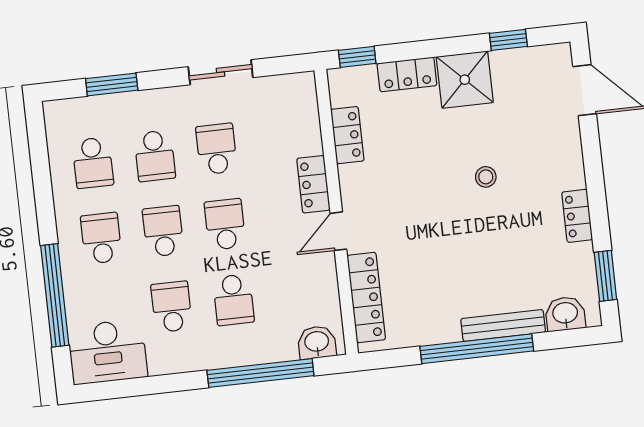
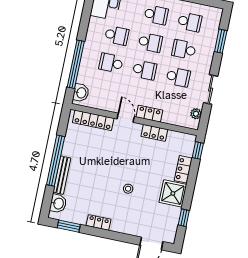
plant: (281, 86) -> (196, 114), added
locker: (347, 135) -> (154, 133), moved
school desk: (93, 163) -> (190, 22), turned 180

